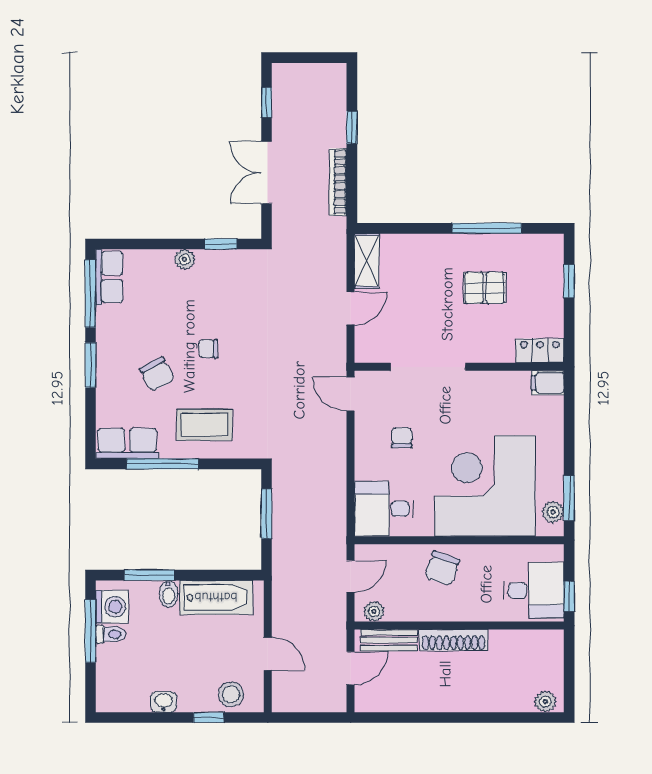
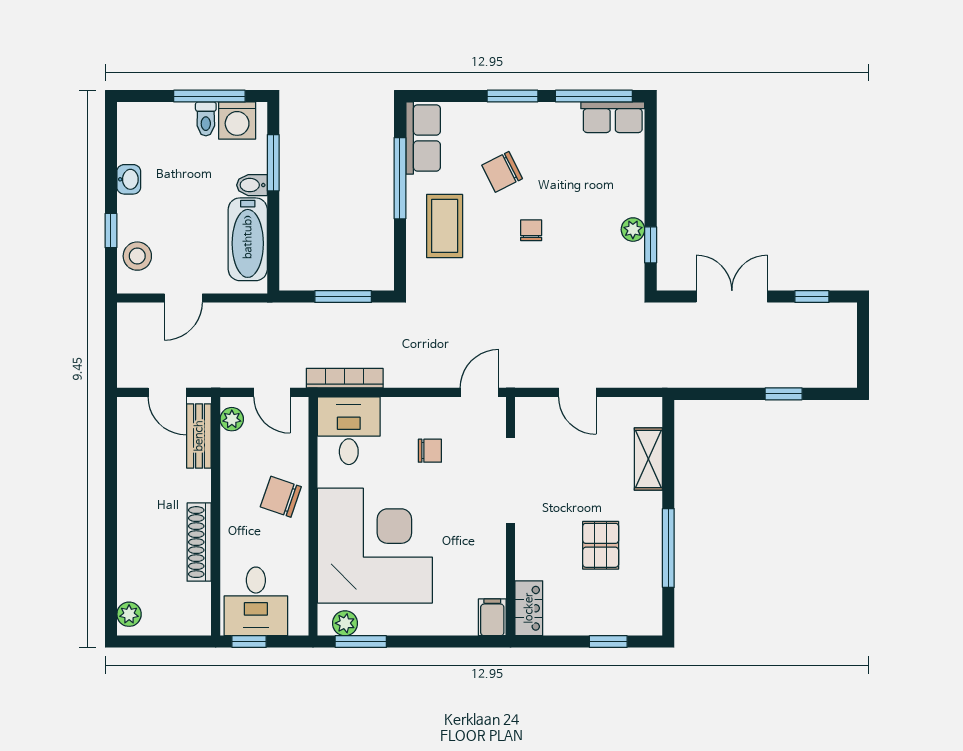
bookcase: (338, 182) -> (345, 378), moved
plant: (185, 259) -> (633, 230), moved
shelving: (367, 261) -> (648, 459), moved, turned 90
shoe rack: (453, 640) -> (199, 542), moved

